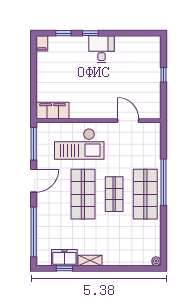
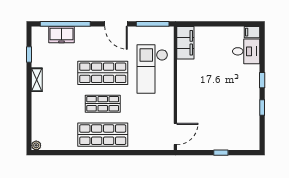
window: (63, 33) -> (262, 107), moved
desk: (101, 49) -> (246, 51), moved
door: (128, 121) -> (175, 134), moved
window: (163, 182) -> (114, 153), removed
freezer: (64, 258) -> (62, 35), moved, turned 90

